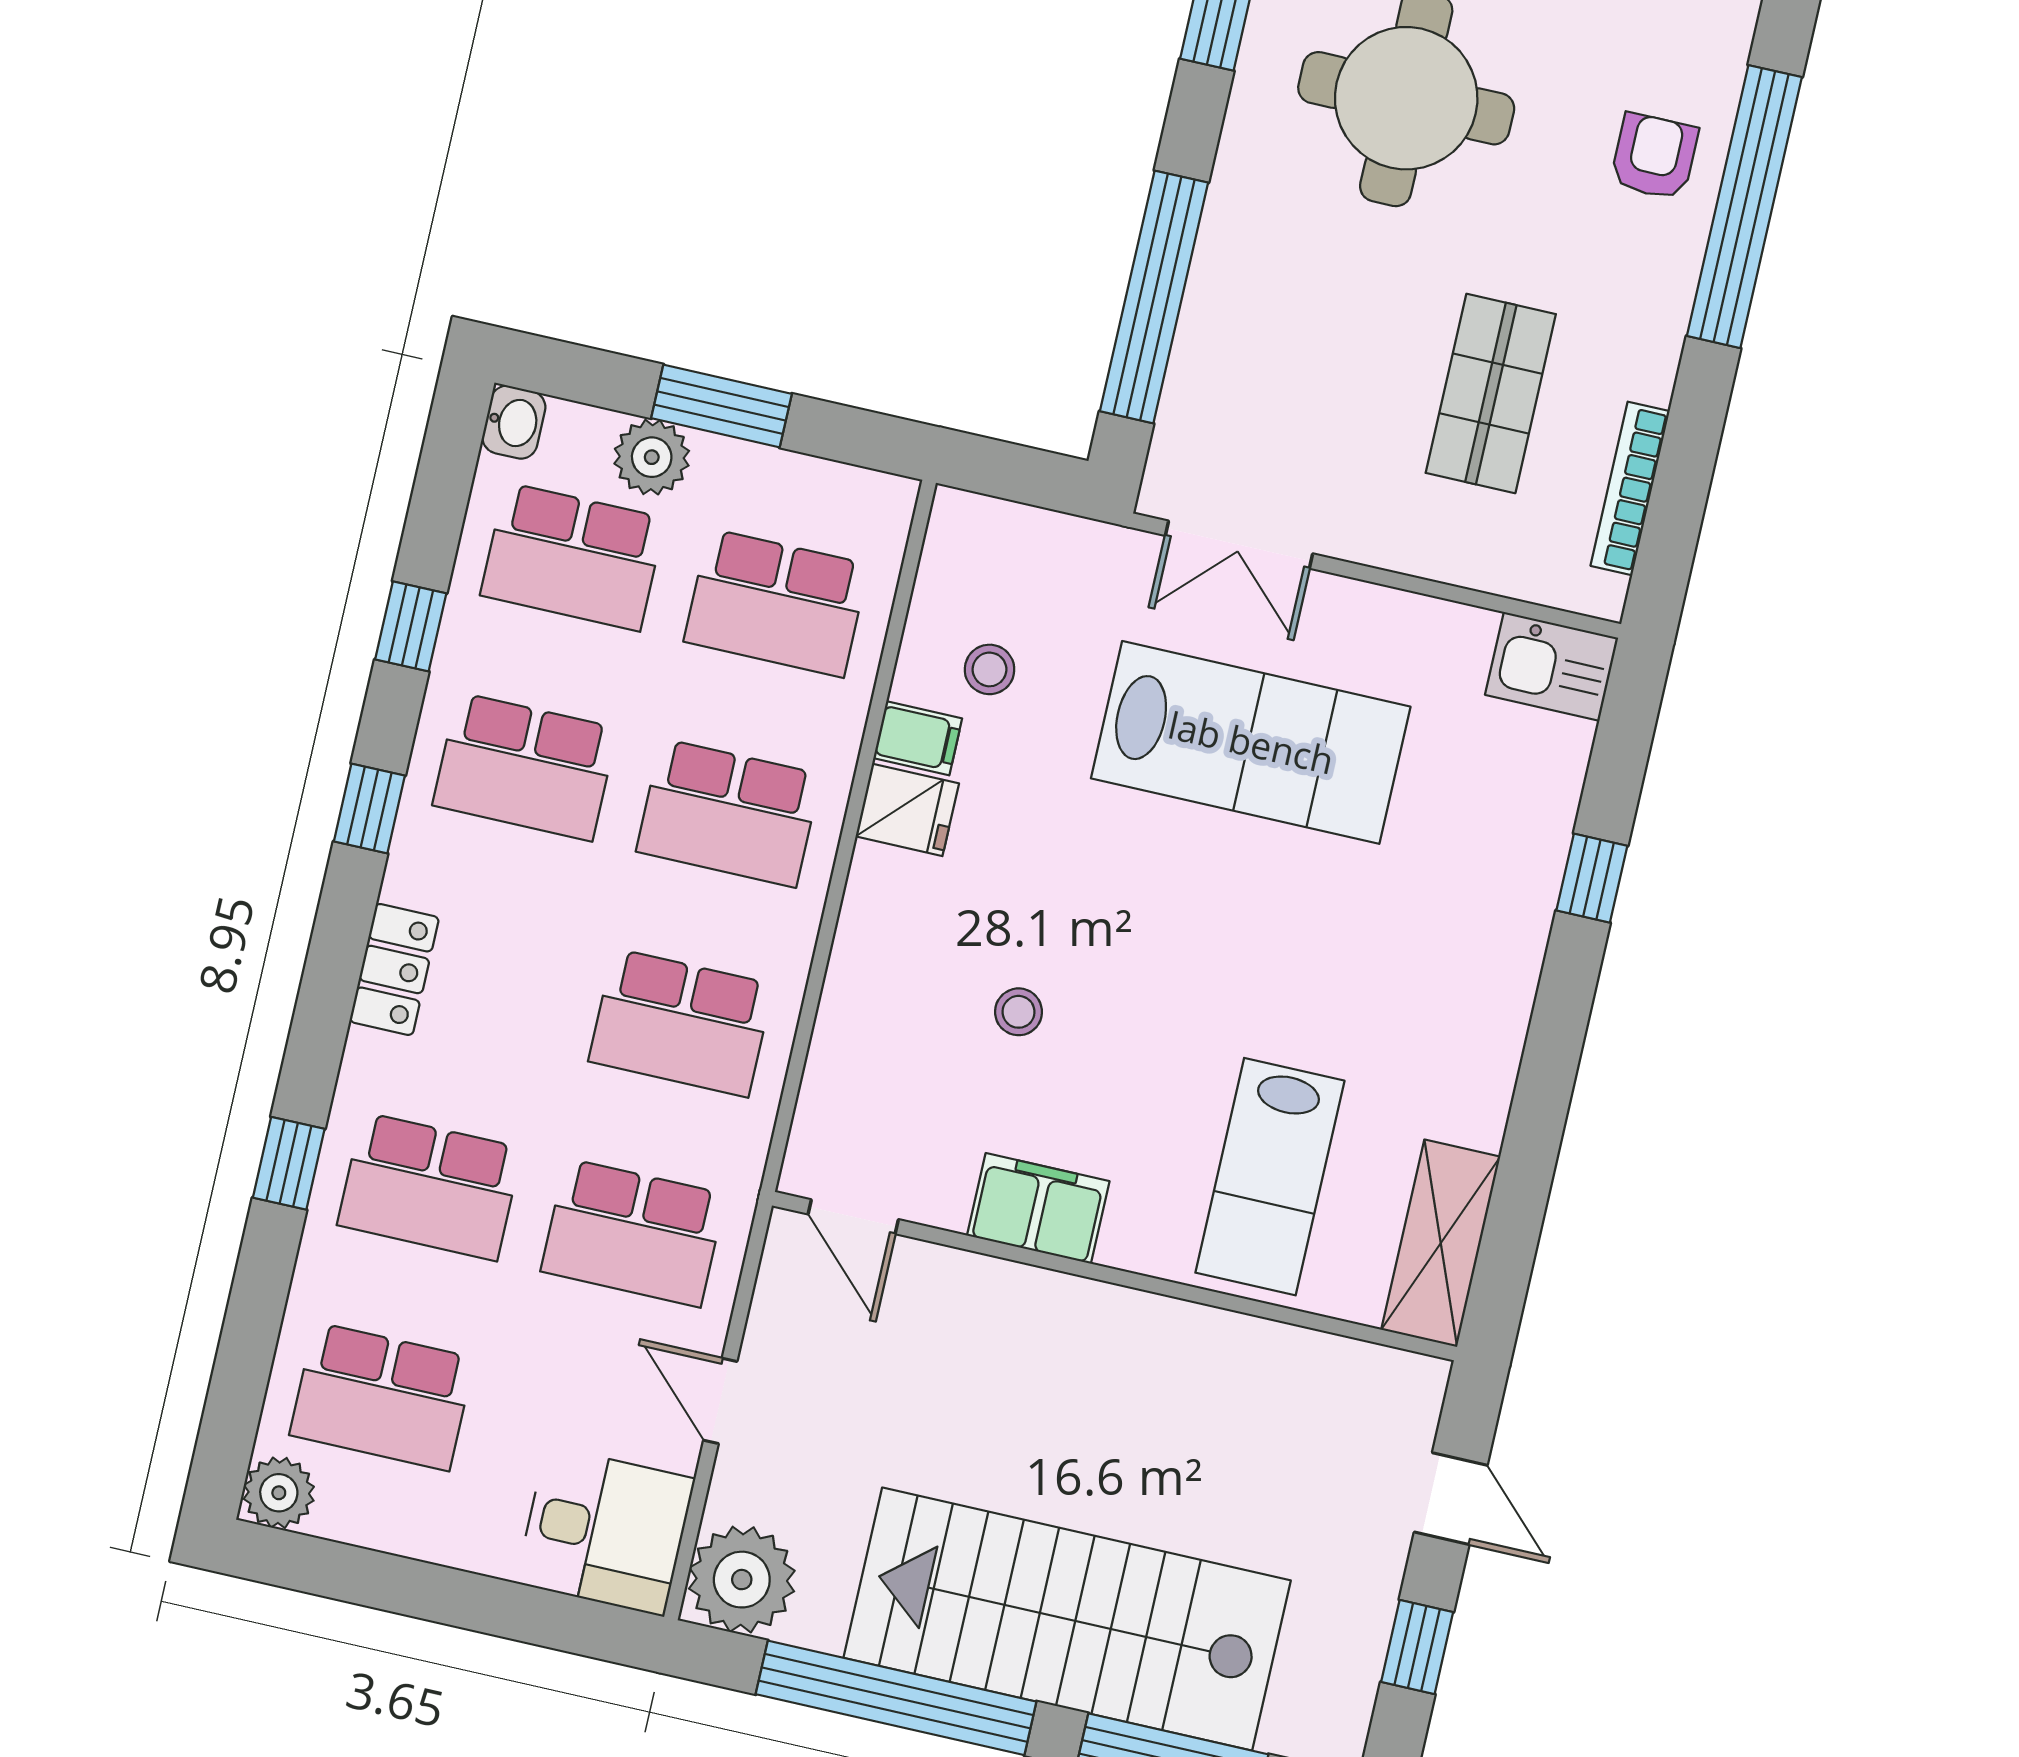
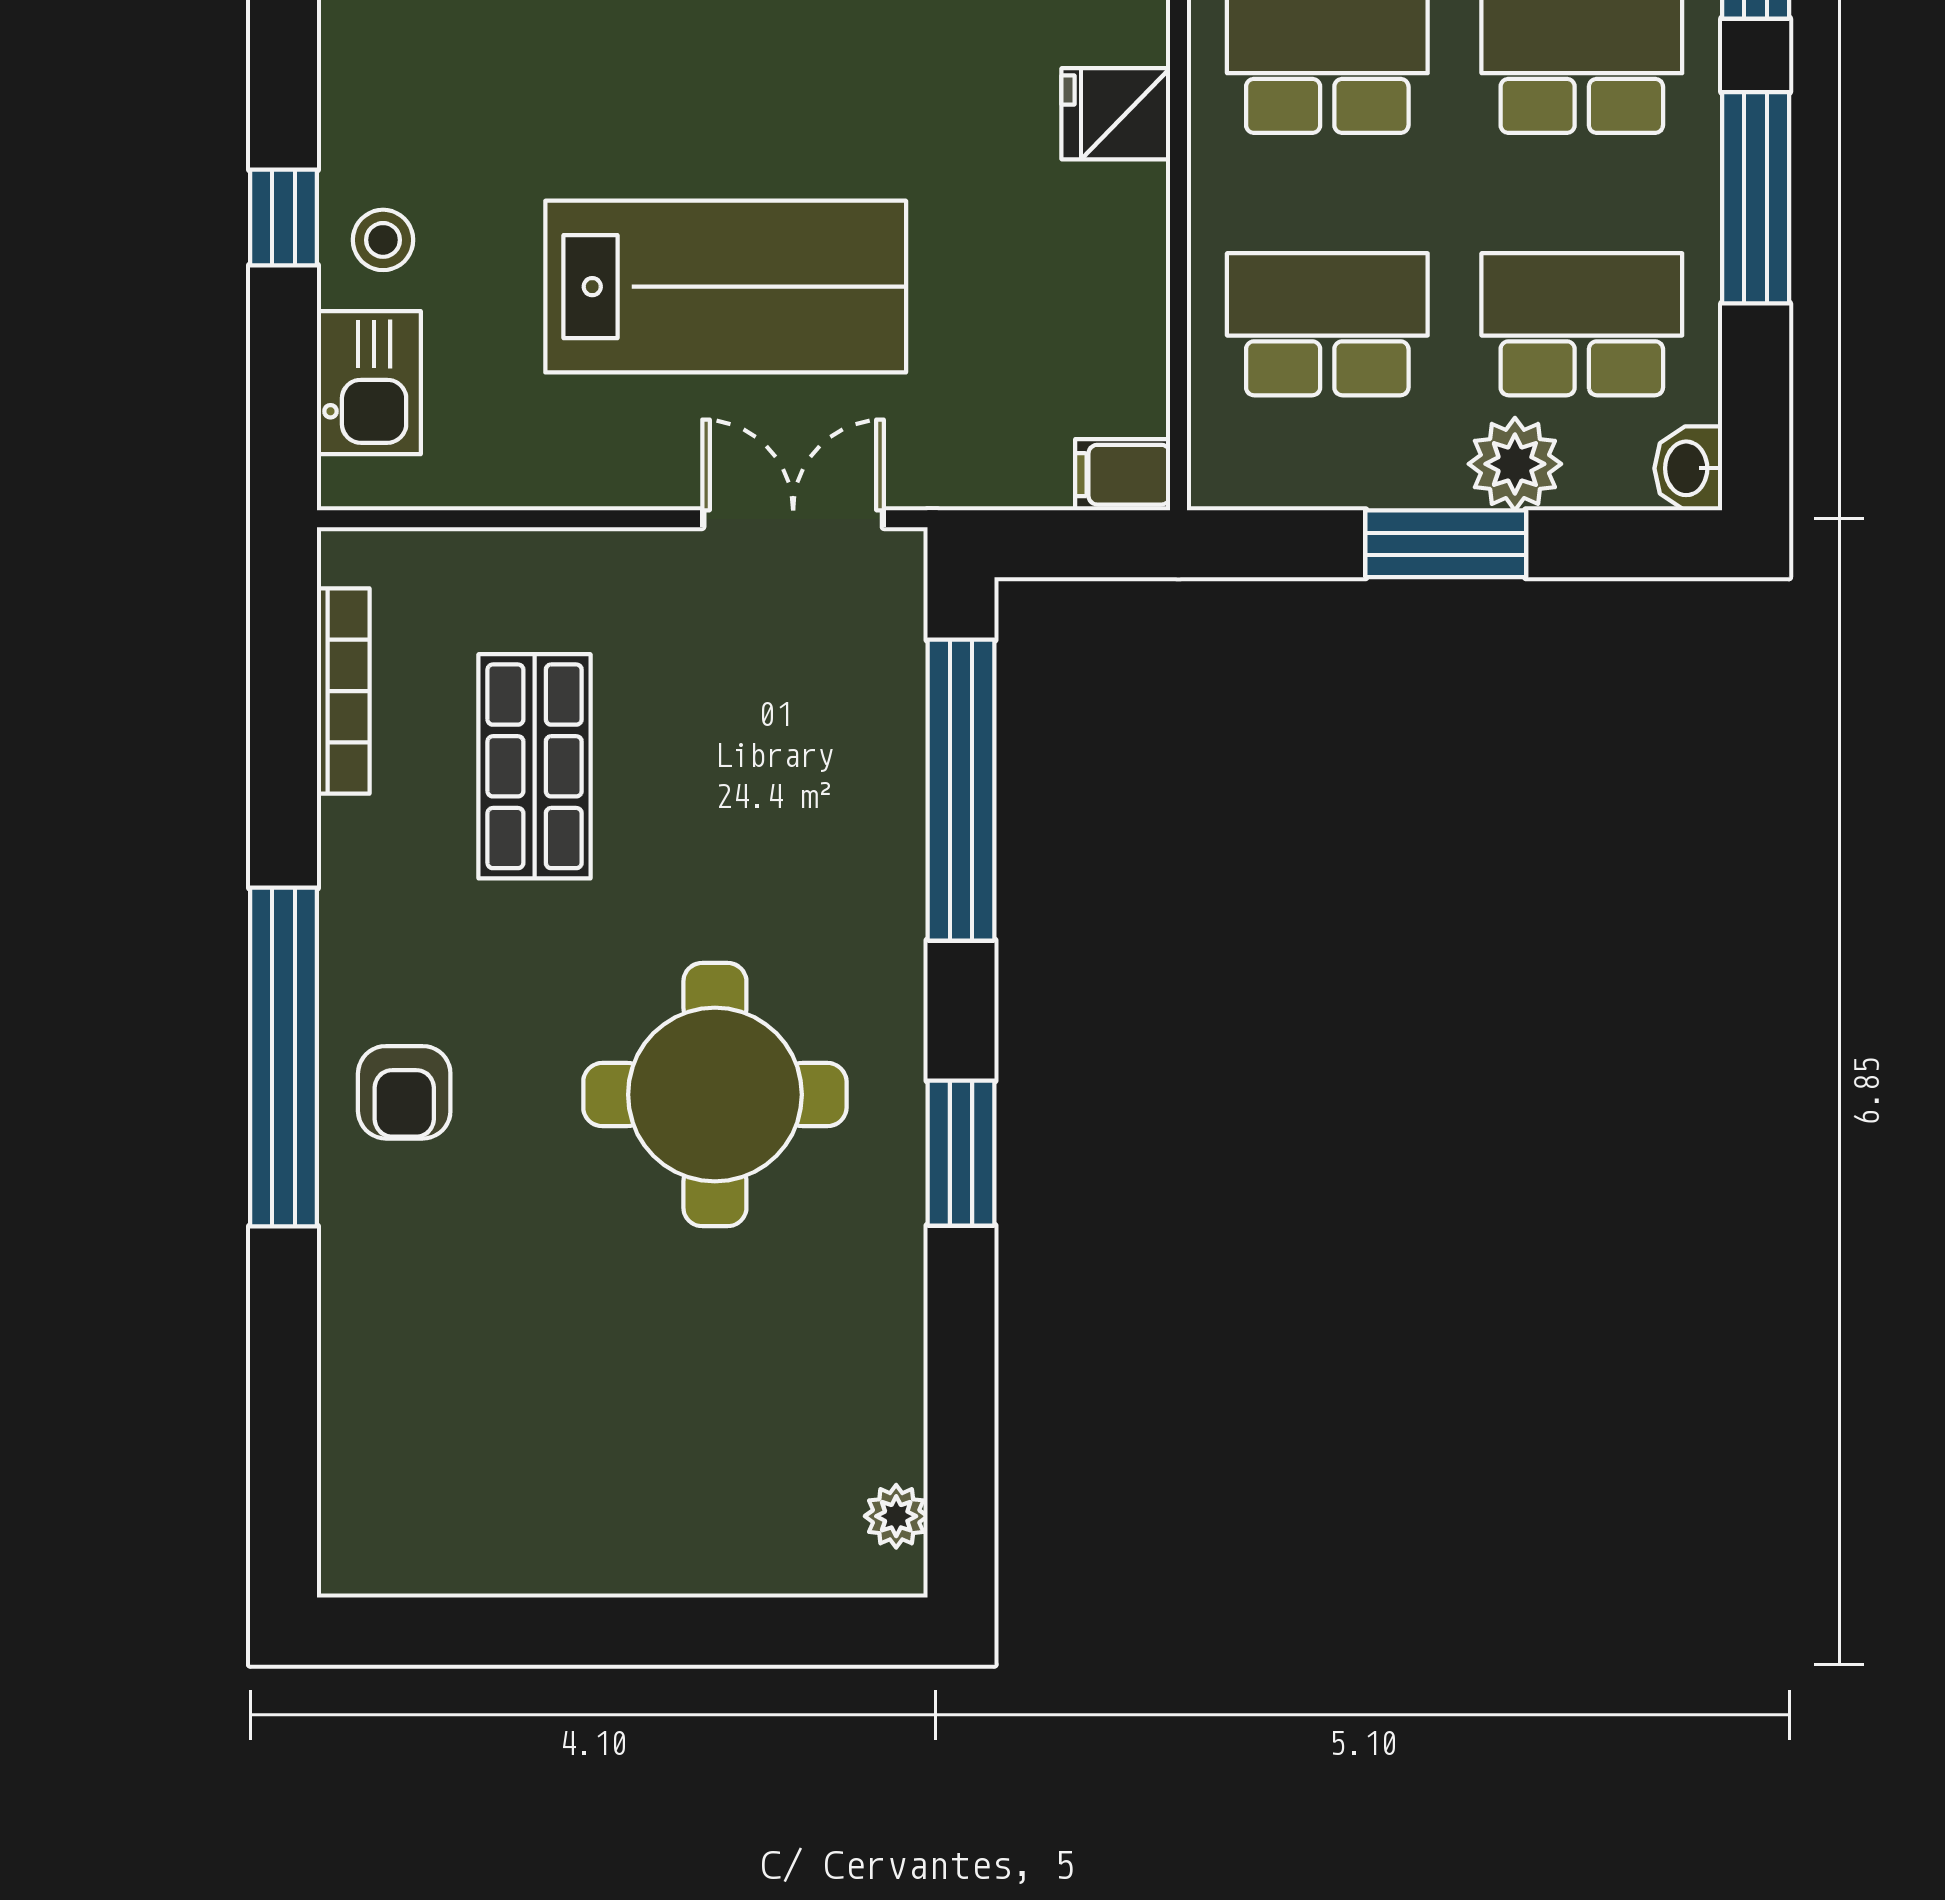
window: (411, 626) -> (1756, 198), width x2.17
kitchen sink: (1552, 666) -> (369, 383), moved, turned 90
stool: (990, 669) -> (383, 240), moved
filing cabinet: (918, 738) -> (1123, 475), moved
lab bench: (1251, 742) -> (726, 287), turned 180

